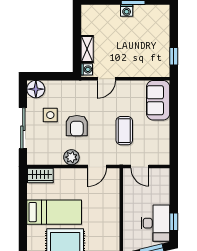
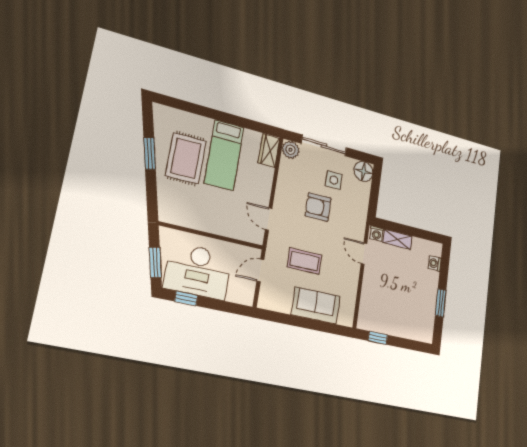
washing machine: (127, 11) -> (435, 263), moved
sofa: (158, 100) -> (316, 306), moved
plant: (71, 157) -> (291, 150), moved
desk: (155, 223) -> (198, 271), width x1.36, depth x1.30

